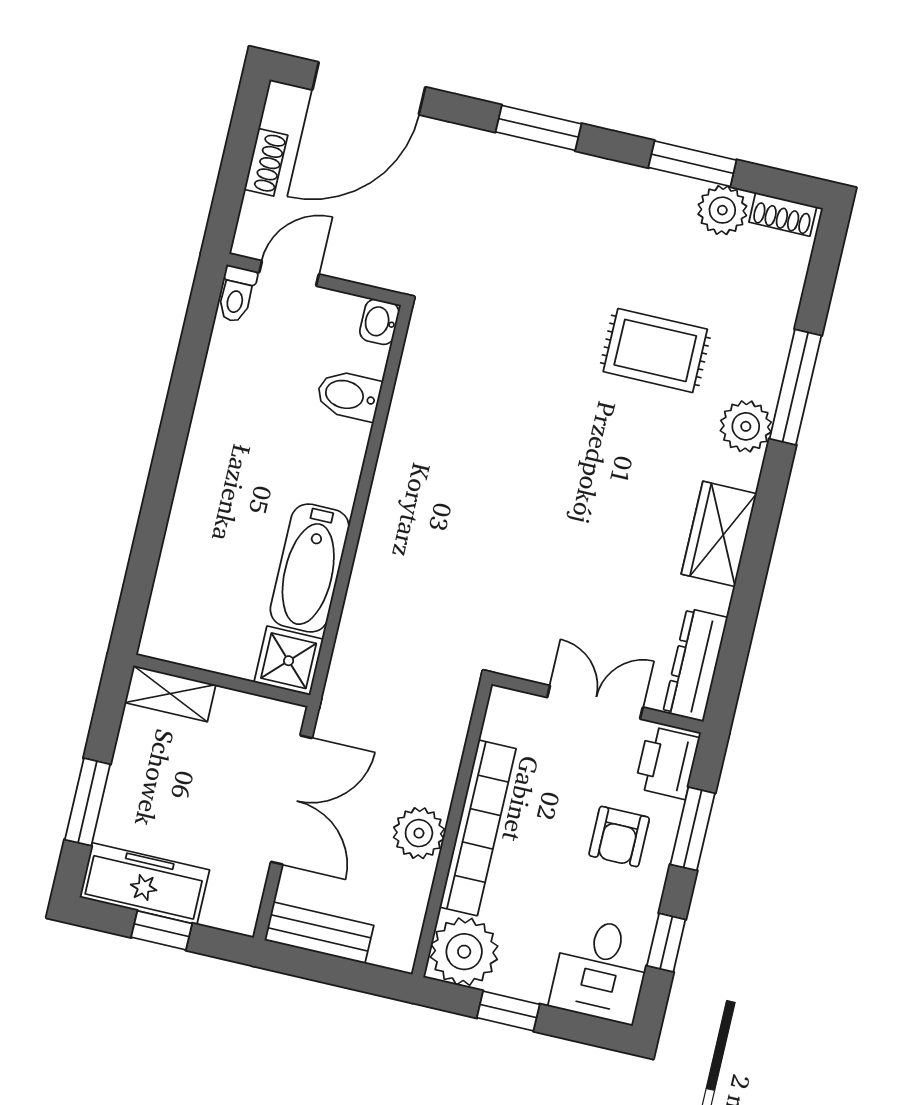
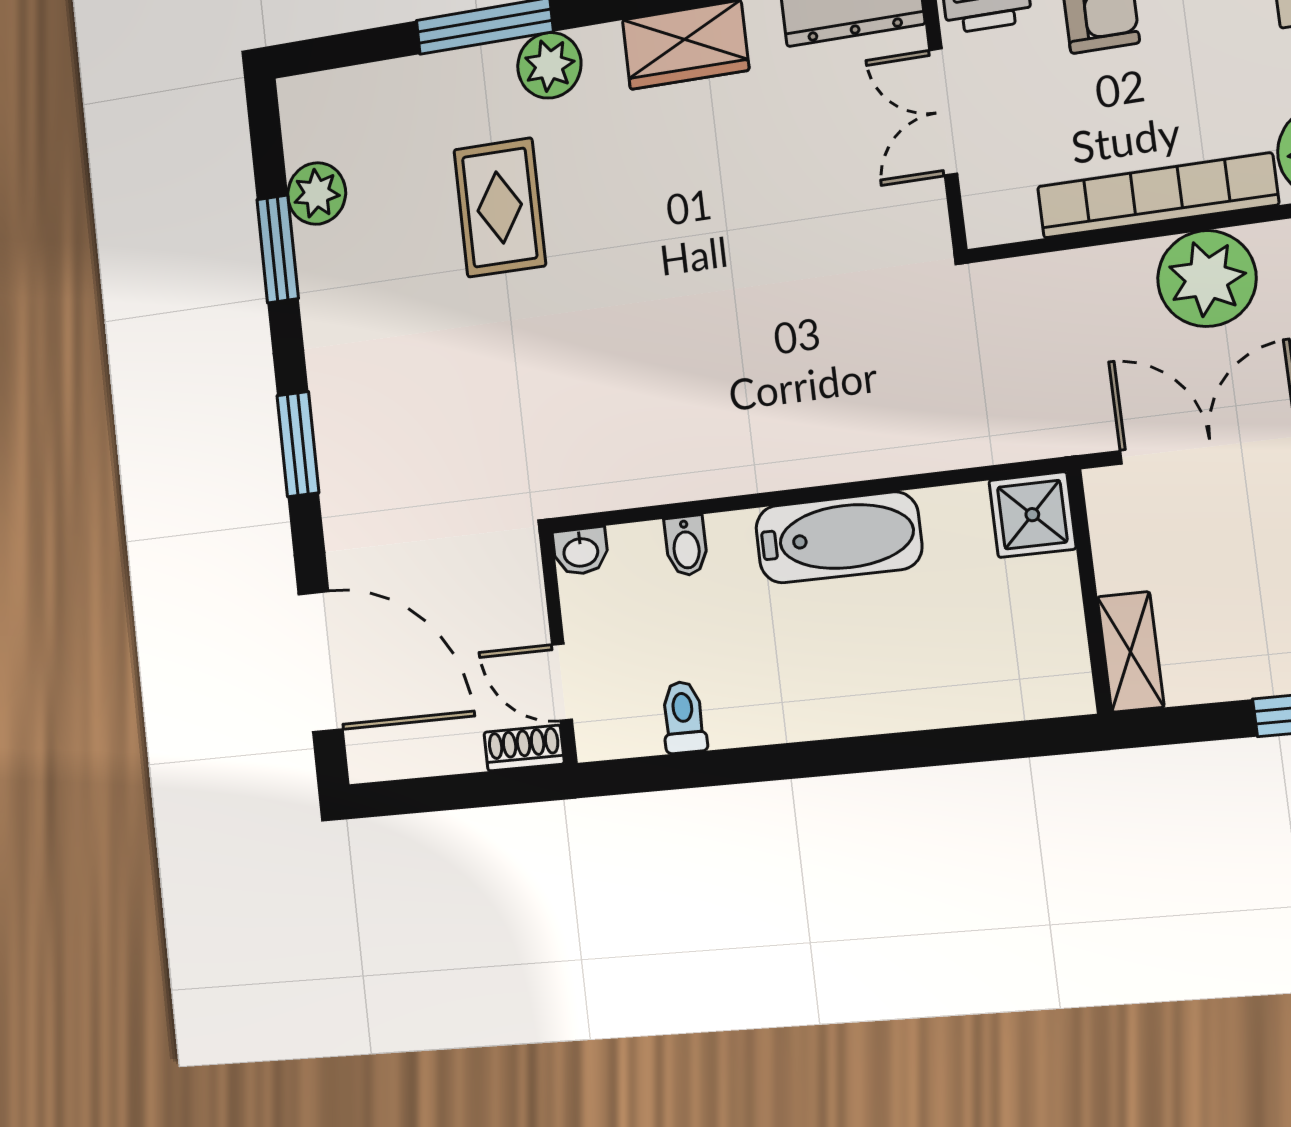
shoe rack: (266, 162) -> (524, 748), moved
shoe rack: (783, 214) -> (298, 122), removed
toilet: (237, 294) -> (683, 717), moved, turned -90
bidet: (349, 395) -> (686, 546), width x0.72, depth x0.74
bathtub: (310, 568) -> (839, 538), moved
plant: (419, 833) -> (1207, 279), width x1.36, depth x1.36

